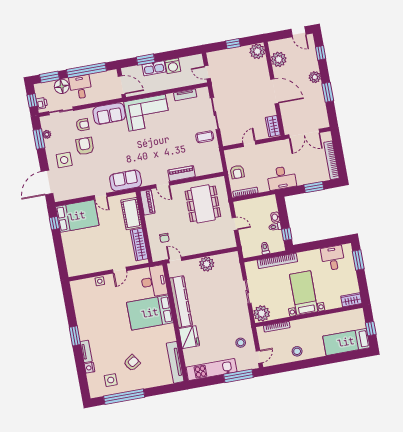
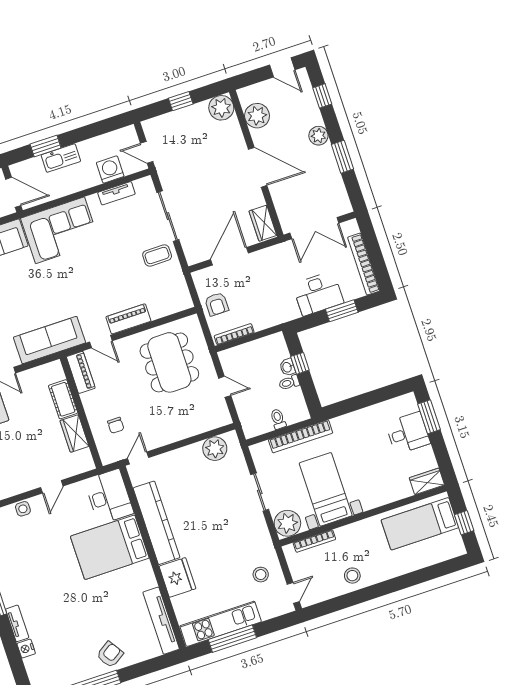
washing machine: (173, 66) -> (110, 169), moved, turned 180
door: (249, 144) -> (230, 256), width x1.88
desk: (282, 178) -> (318, 293), moved
sofa: (126, 180) -> (49, 340), width x1.36
cot: (131, 214) -> (63, 399), width x0.73, depth x0.75
window: (287, 234) -> (300, 363), moved
wardrobe: (139, 244) -> (74, 433), width x0.67
desk: (333, 258) -> (408, 433), moved, turned 90
door: (175, 260) -> (138, 458), hinge flipped
plant: (207, 264) -> (215, 449), moved
bed with nightstands: (304, 293) -> (326, 489), moved
bed: (346, 342) -> (420, 524), moved
armchair: (132, 363) -> (110, 655), moved
window: (238, 376) -> (232, 639), moved
side table: (111, 380) -> (63, 663), removed

